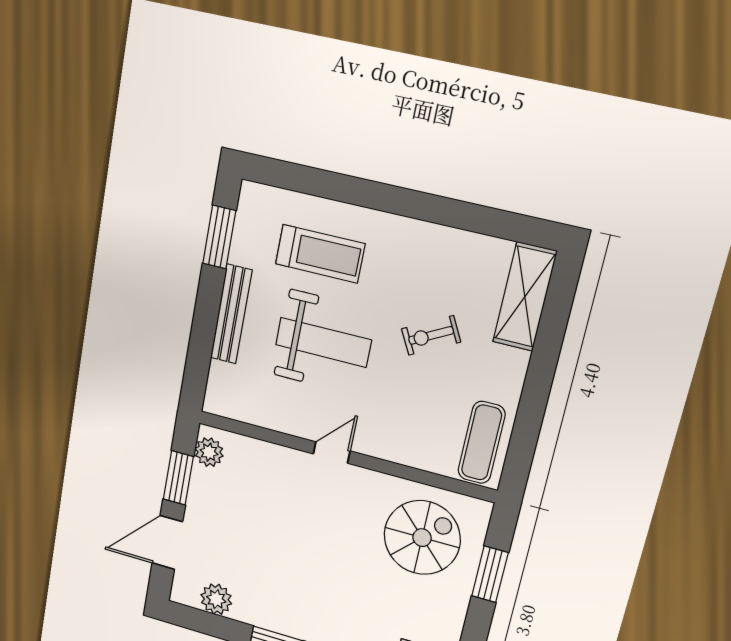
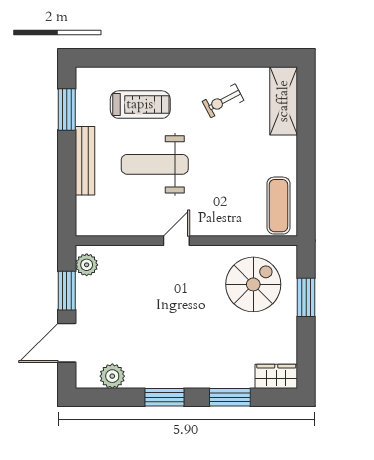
exercise bike: (431, 335) -> (223, 101), moved
weight bench: (323, 342) -> (155, 164), turned 180

